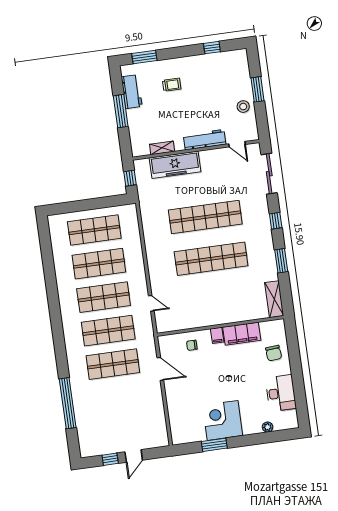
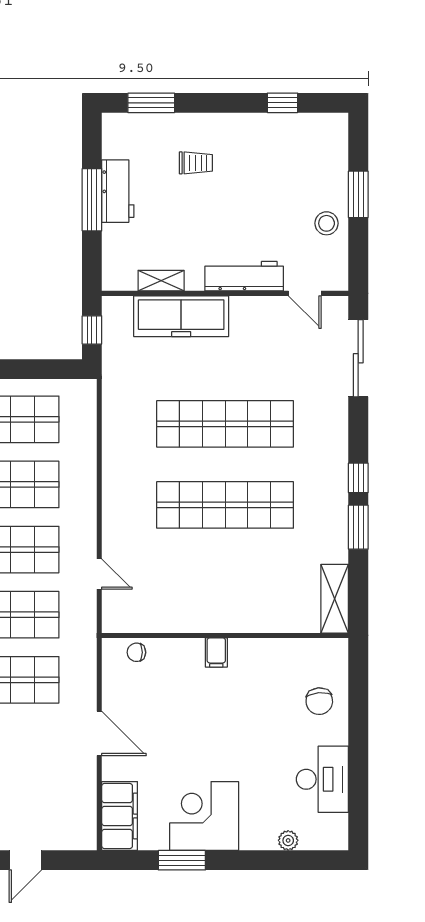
workbench: (132, 92) -> (118, 191), moved
window: (276, 221) -> (358, 478), moved
filing cabinet: (242, 334) -> (120, 816), moved, turned -90
chair: (192, 345) -> (136, 652), moved
door: (160, 369) -> (99, 733), moved

